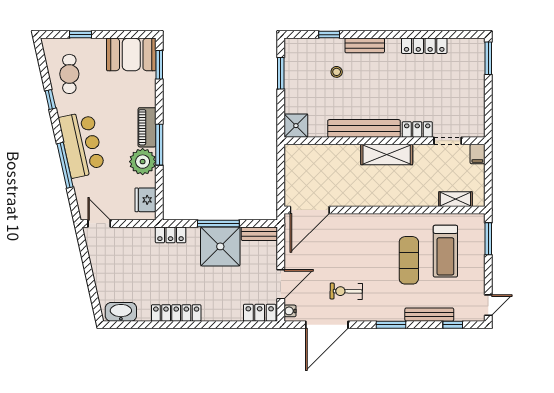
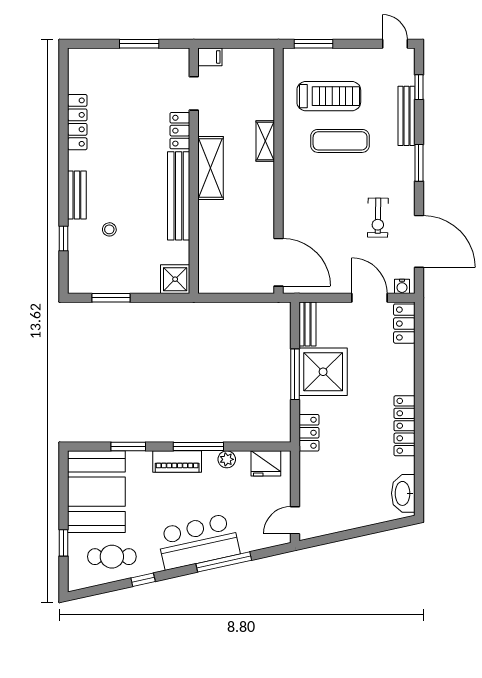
booth: (131, 54) -> (96, 492), width x1.36, depth x1.42
window: (488, 58) -> (139, 44), moved
window: (159, 65) -> (128, 447), moved
plant: (143, 162) -> (227, 459), width x0.53, depth x0.53
shelving: (455, 199) -> (265, 141), moved

